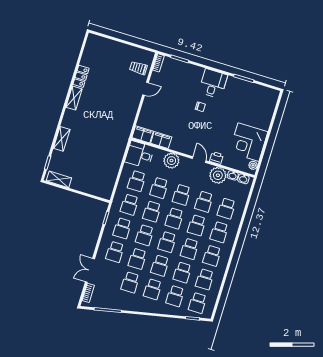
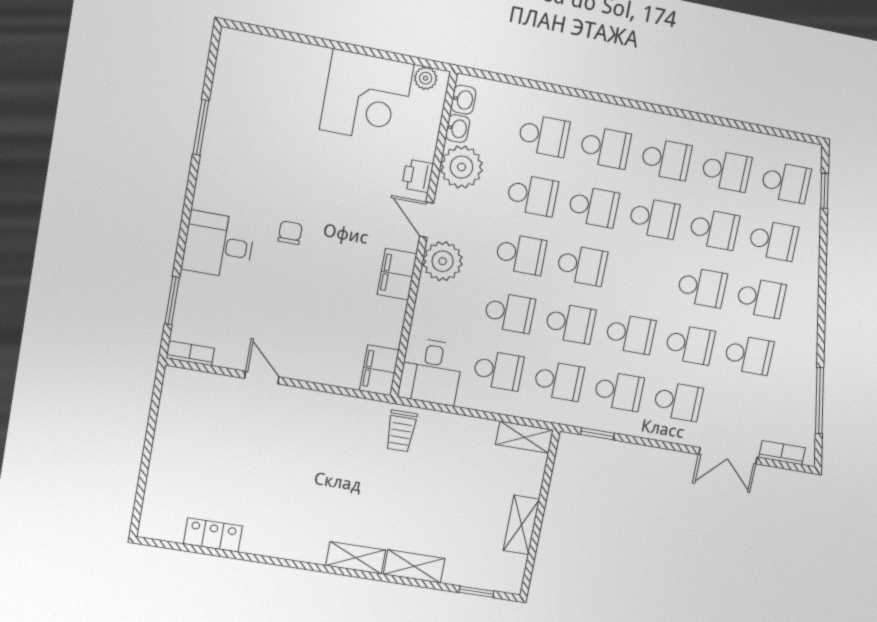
trolley: (138, 68) -> (401, 431), moved
locker: (81, 76) -> (213, 535), moved
desk: (213, 84) -> (219, 245), moved
shelving: (74, 98) -> (356, 558), moved
filing cabinet: (161, 140) -> (397, 274), moved
door: (199, 160) -> (427, 220), hinge flipped
plant: (171, 161) -> (443, 261), moved
shelving: (59, 179) -> (521, 525), moved
shelving: (108, 189) -> (524, 437), added
school desk: (167, 242) -> (642, 276), removed

